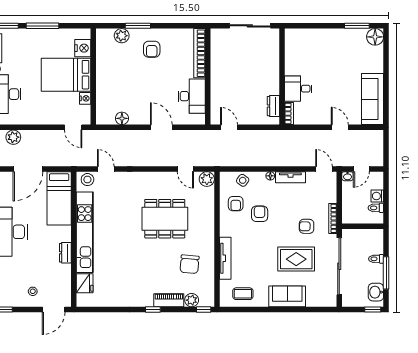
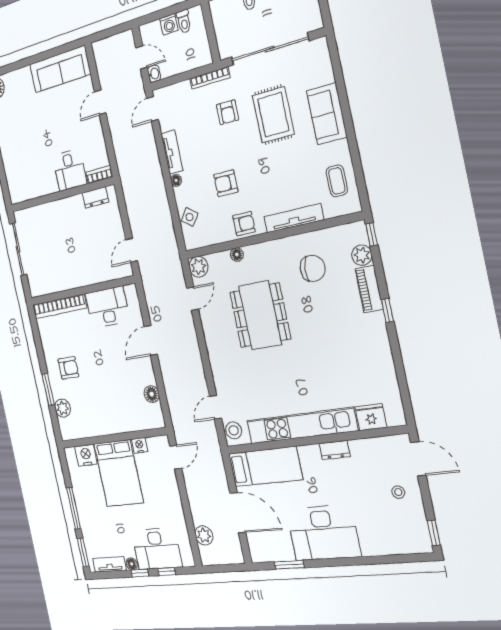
armchair: (236, 204) -> (244, 224), moved
floor lamp: (210, 211) -> (237, 255), added

